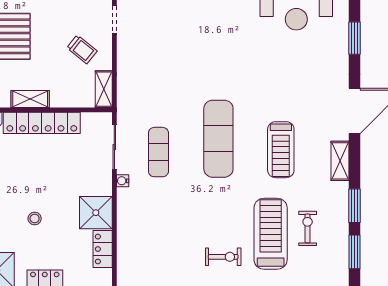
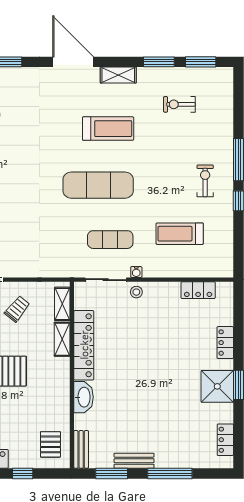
shelving: (104, 89) -> (62, 304), moved, turned 90
shelving: (30, 99) -> (62, 339), moved
shower: (96, 213) -> (165, 296), removed
stool: (35, 219) -> (136, 292), moved
treadmill: (271, 234) -> (180, 234), moved, width x0.73, depth x0.73

